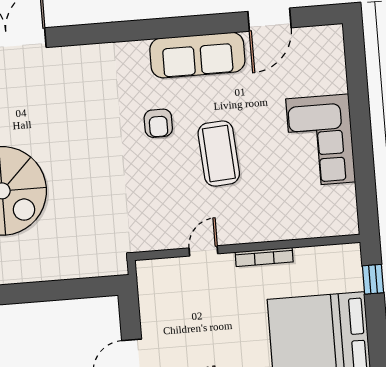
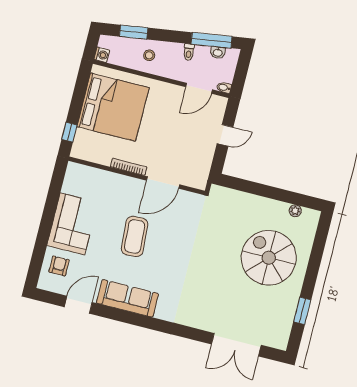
armchair: (158, 123) -> (59, 266), moved
door: (203, 251) -> (163, 183), width x1.87

